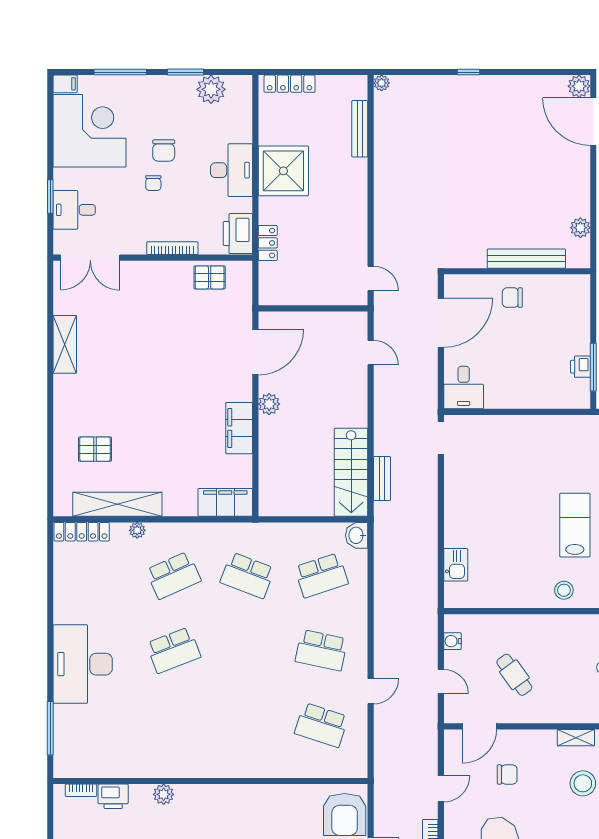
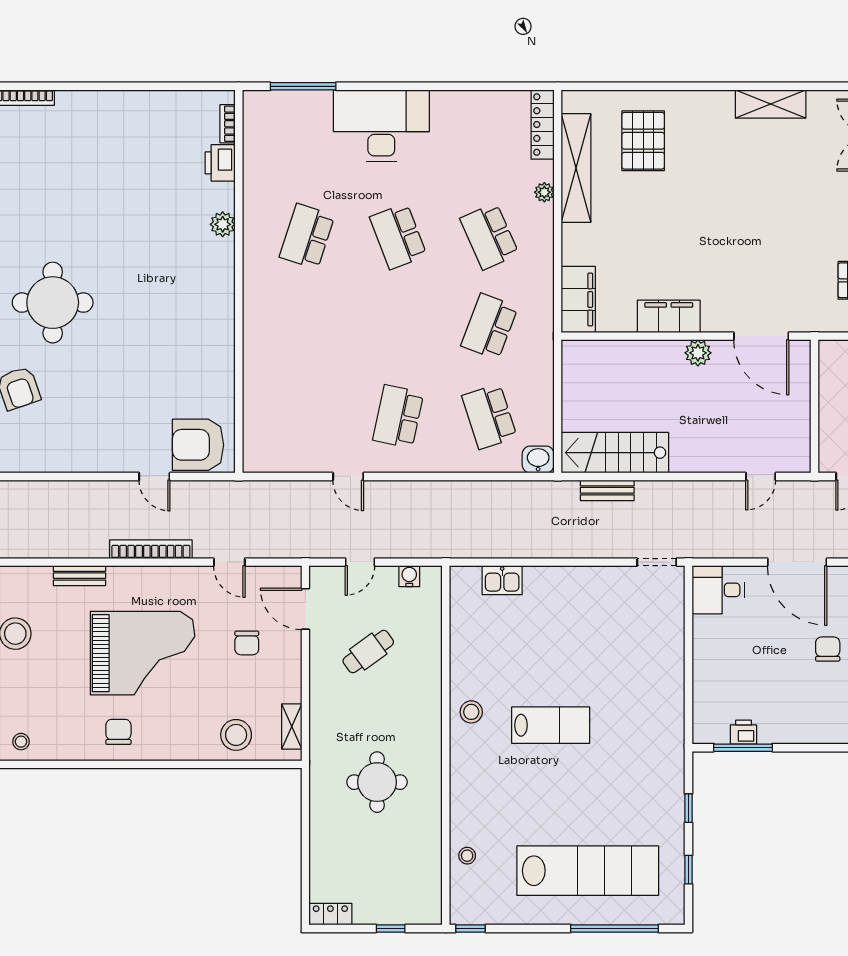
pallet: (95, 449) -> (643, 141), width x1.50, depth x1.42
school desk: (321, 725) -> (307, 236), moved

